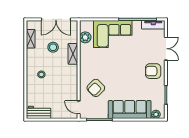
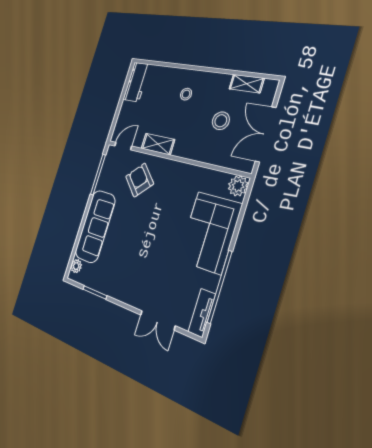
plant: (85, 37) -> (238, 186), moved
shelving: (73, 54) -> (158, 144), moved
armchair: (153, 71) -> (133, 284), removed

